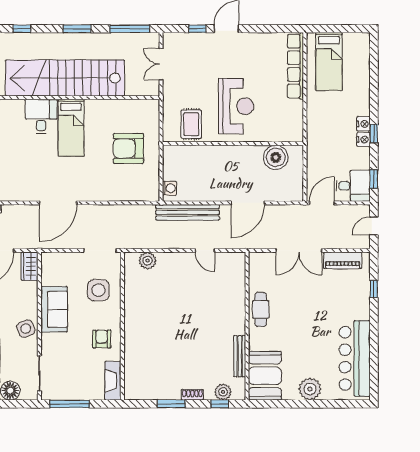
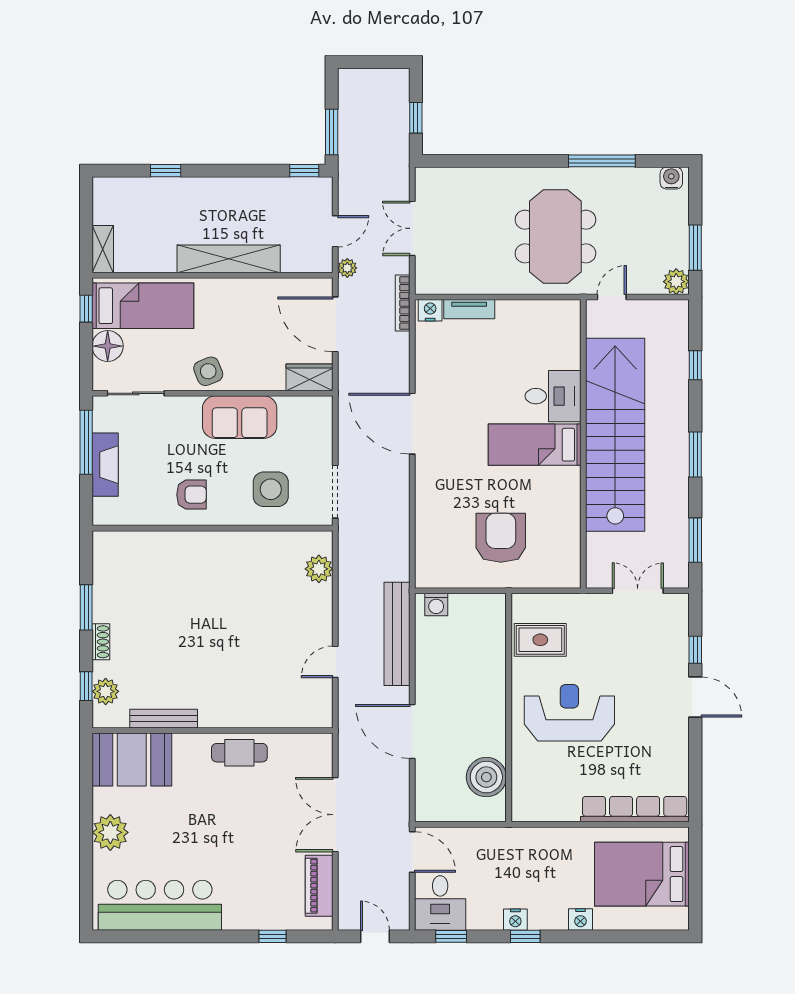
window: (130, 29) -> (695, 540), width x0.69
bed: (329, 62) -> (642, 874), width x1.50
reception desk: (236, 106) -> (569, 713), turned 180
nightstand: (363, 124) -> (580, 919), moved
fireplace: (113, 381) -> (105, 465), moved, turned 90

